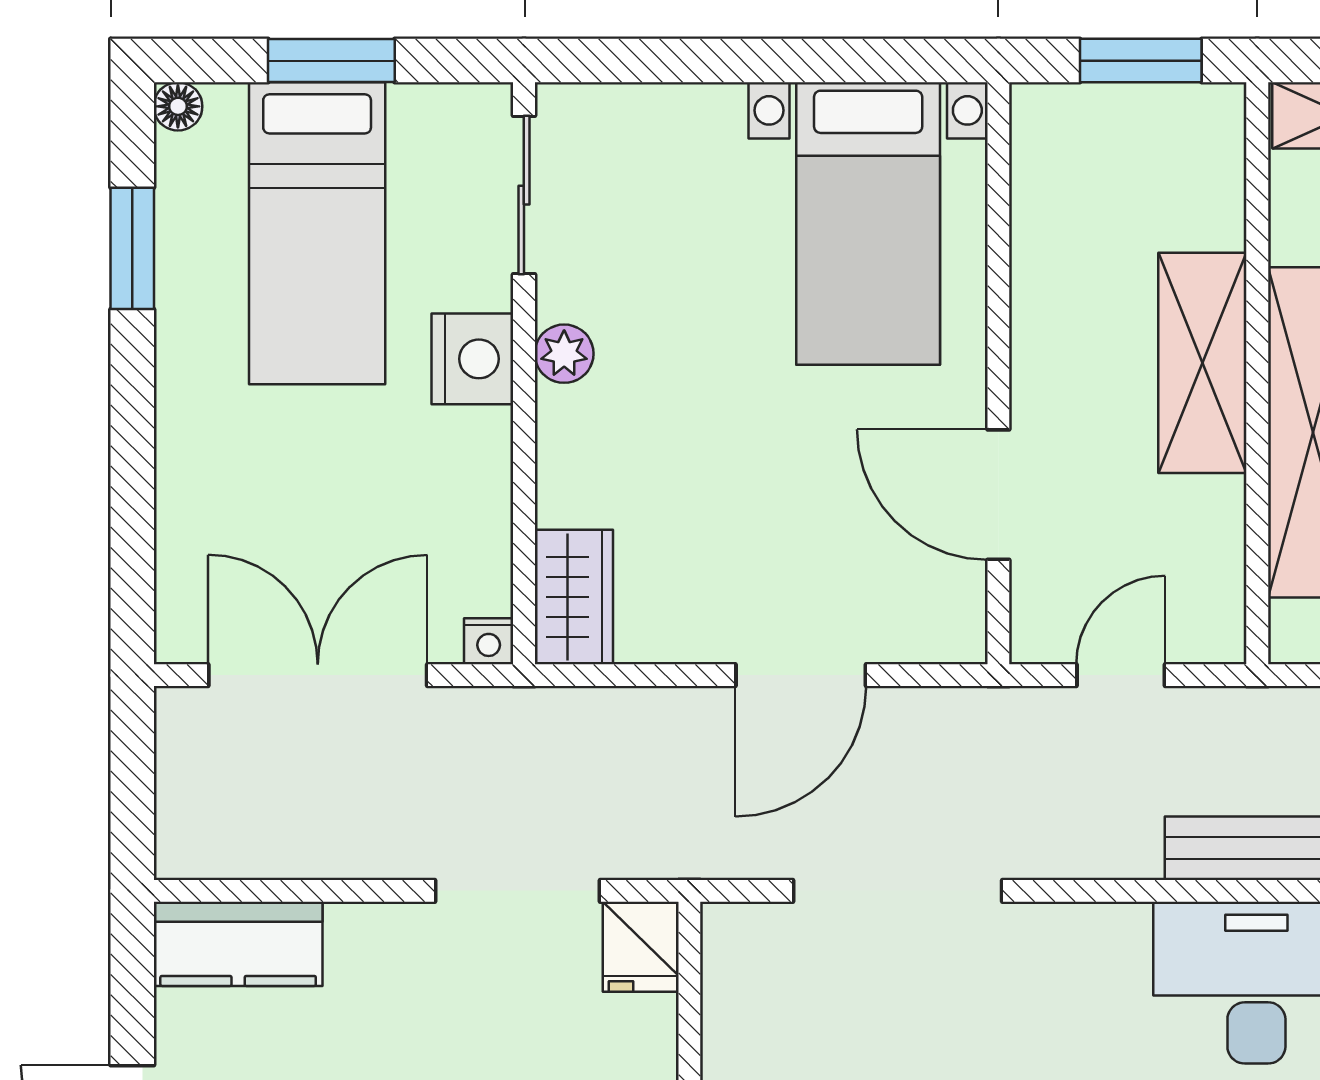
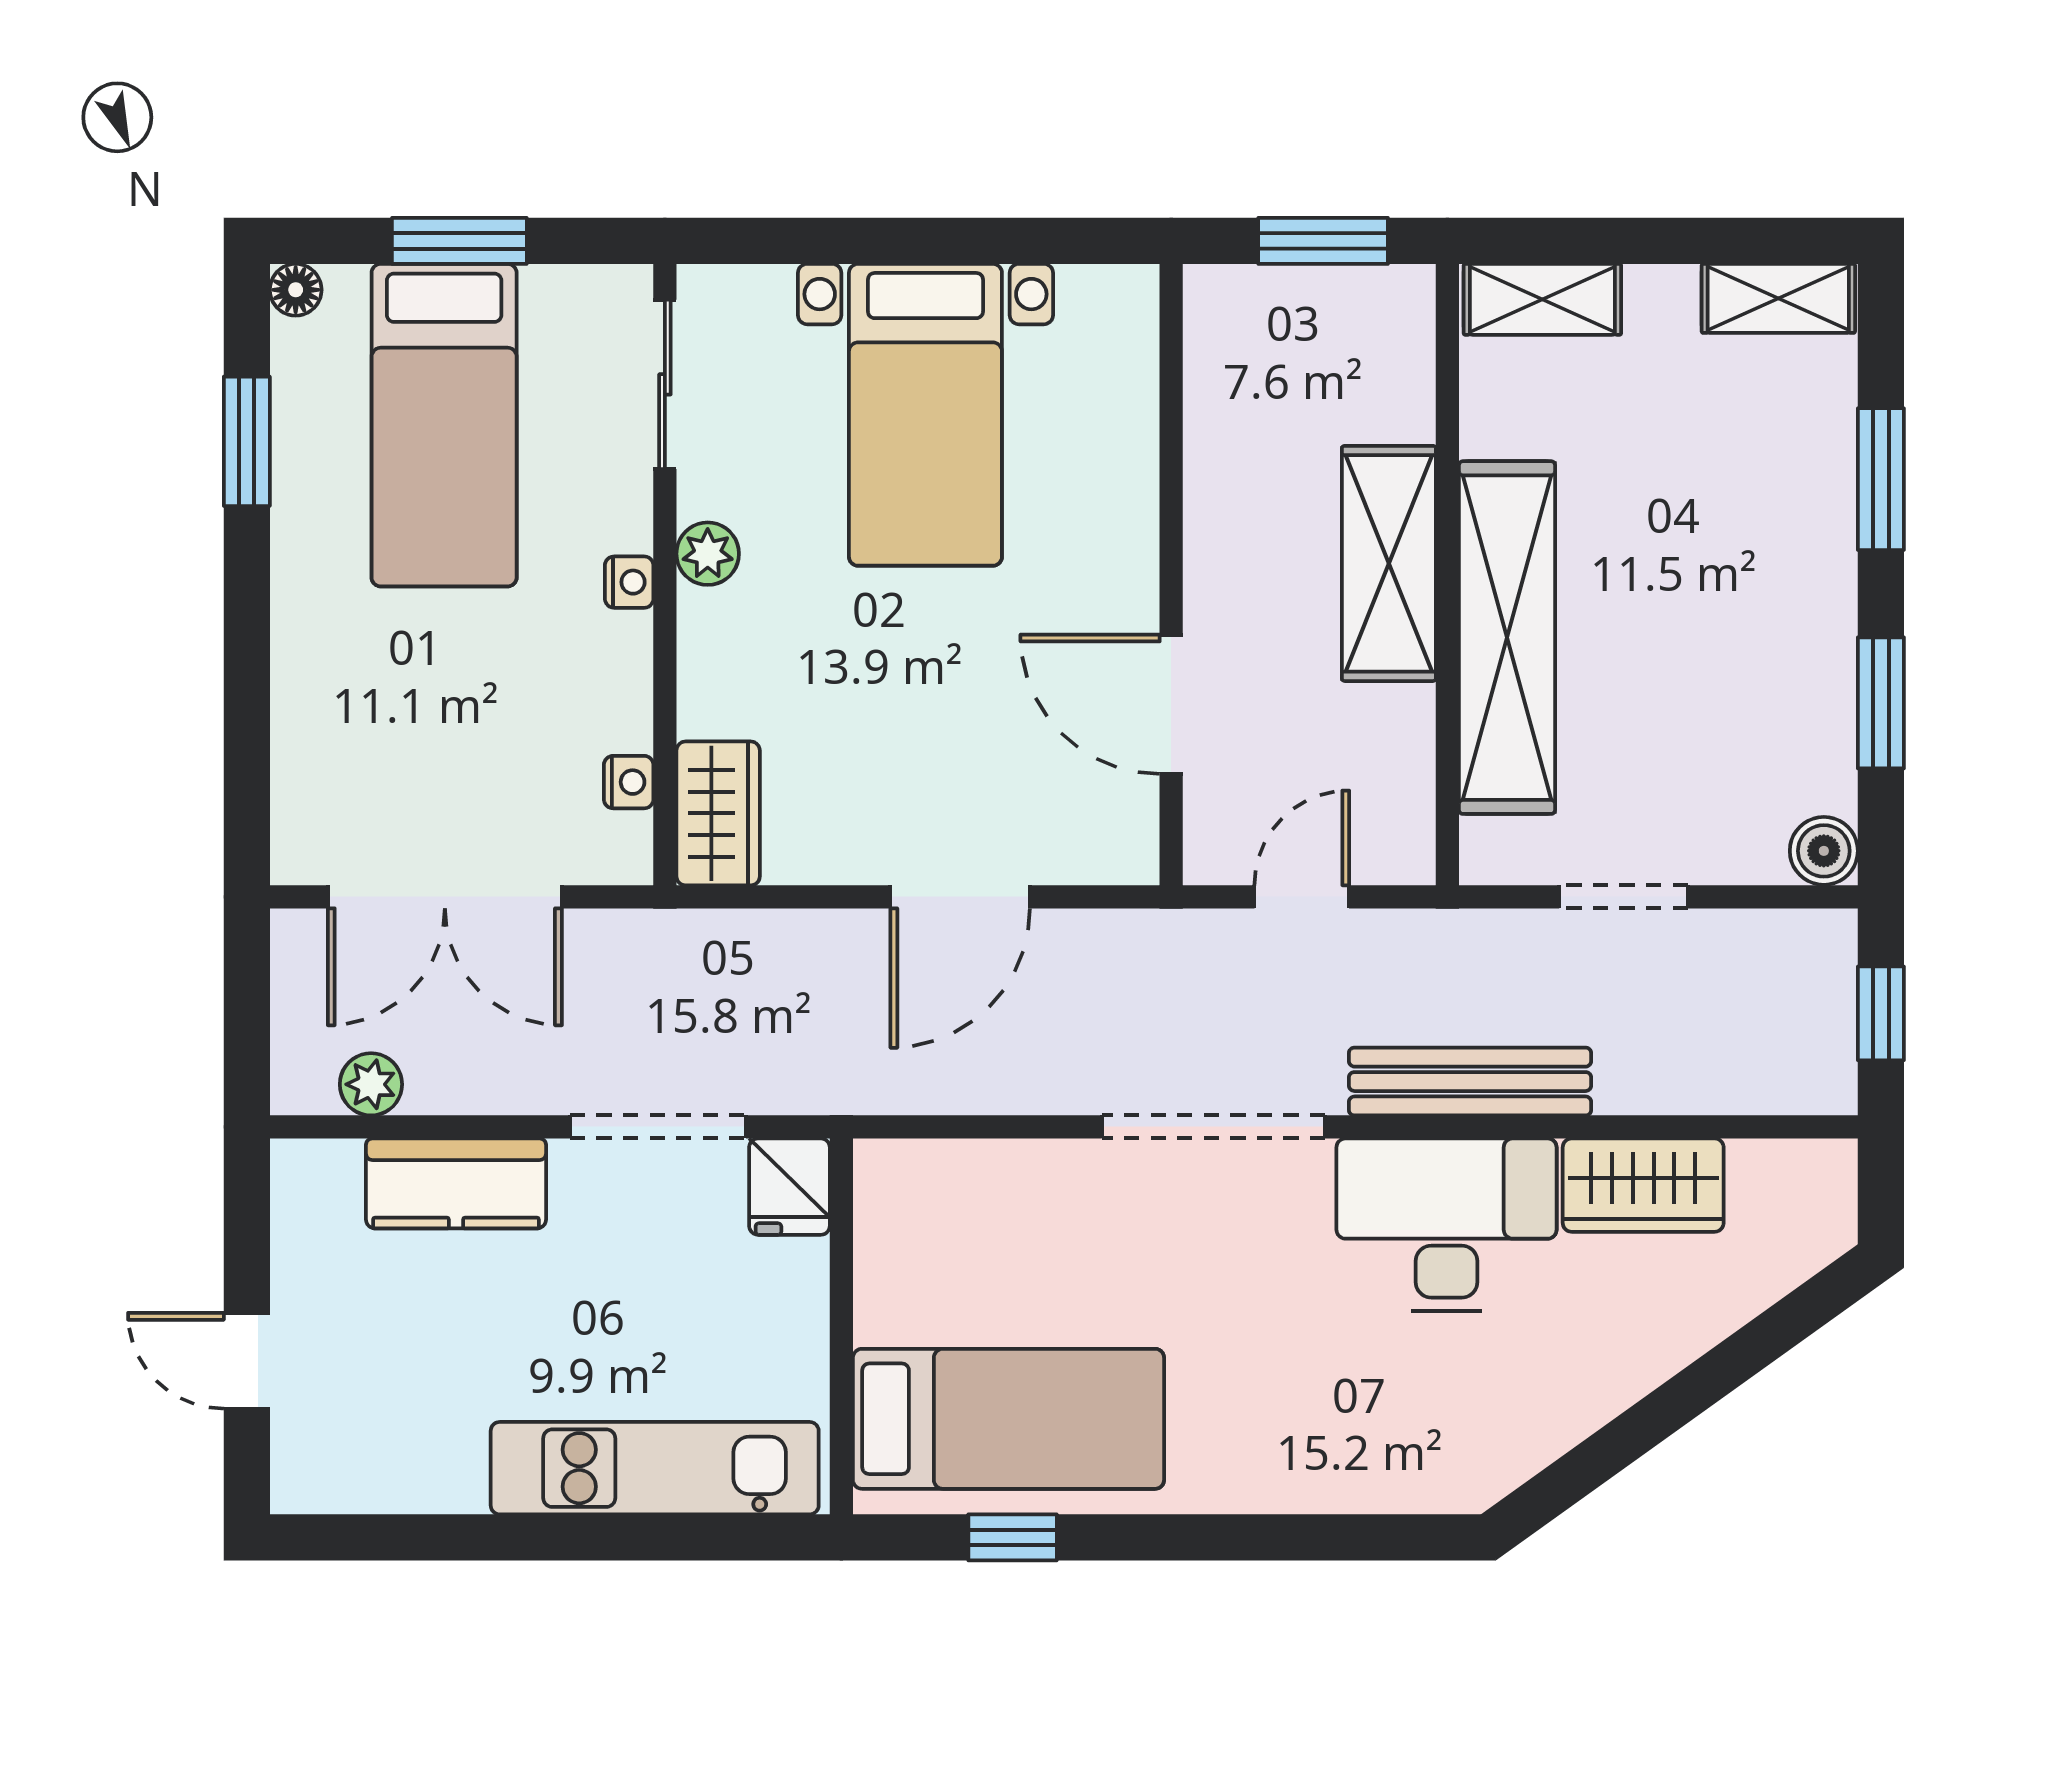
bed with nightstands: (868, 224) -> (925, 415), moved
nightstand: (472, 359) -> (629, 582), width x0.53, depth x0.56
nightstand: (489, 641) -> (629, 782), moved, turned -90
double door: (318, 675) -> (445, 897), swing flipped
plant: (249, 851) -> (371, 1084), added
doorway: (898, 891) -> (1213, 1127), moved
kitchen counter: (238, 944) -> (456, 1183), moved

